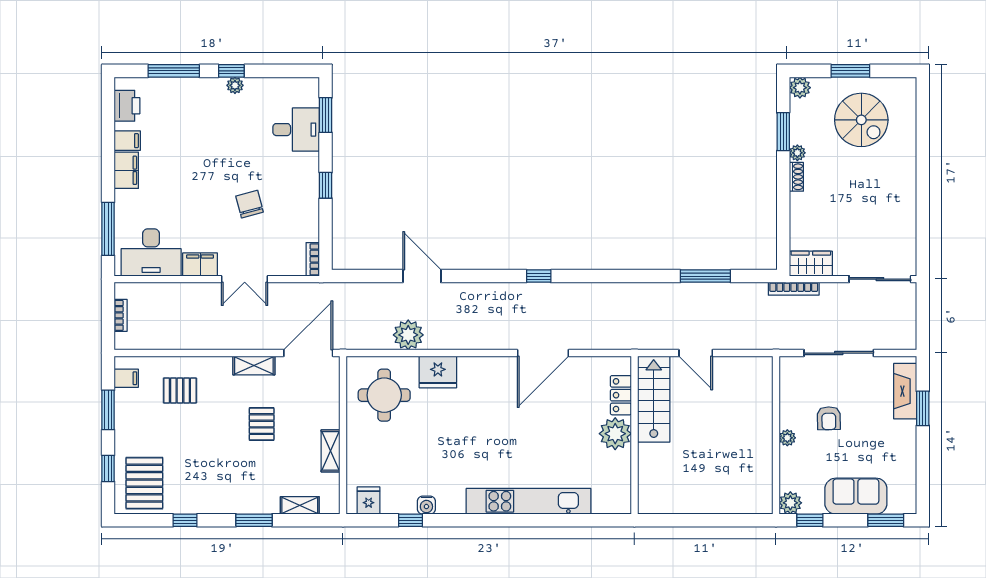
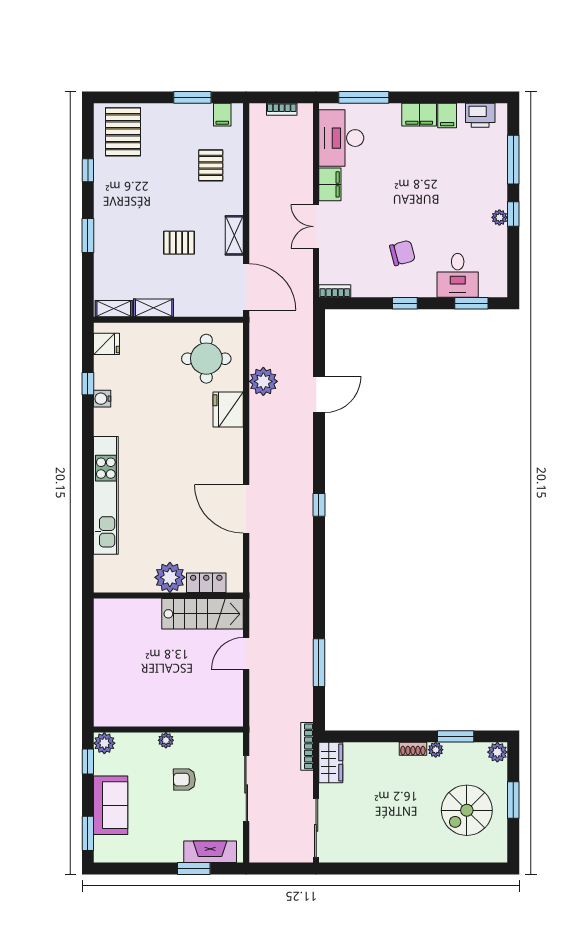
chair: (250, 204) -> (402, 253), moved
window: (108, 468) -> (137, 97), removed
pallet: (144, 483) -> (123, 132), turned 90
shelving: (300, 505) -> (114, 309), moved, turned 90

